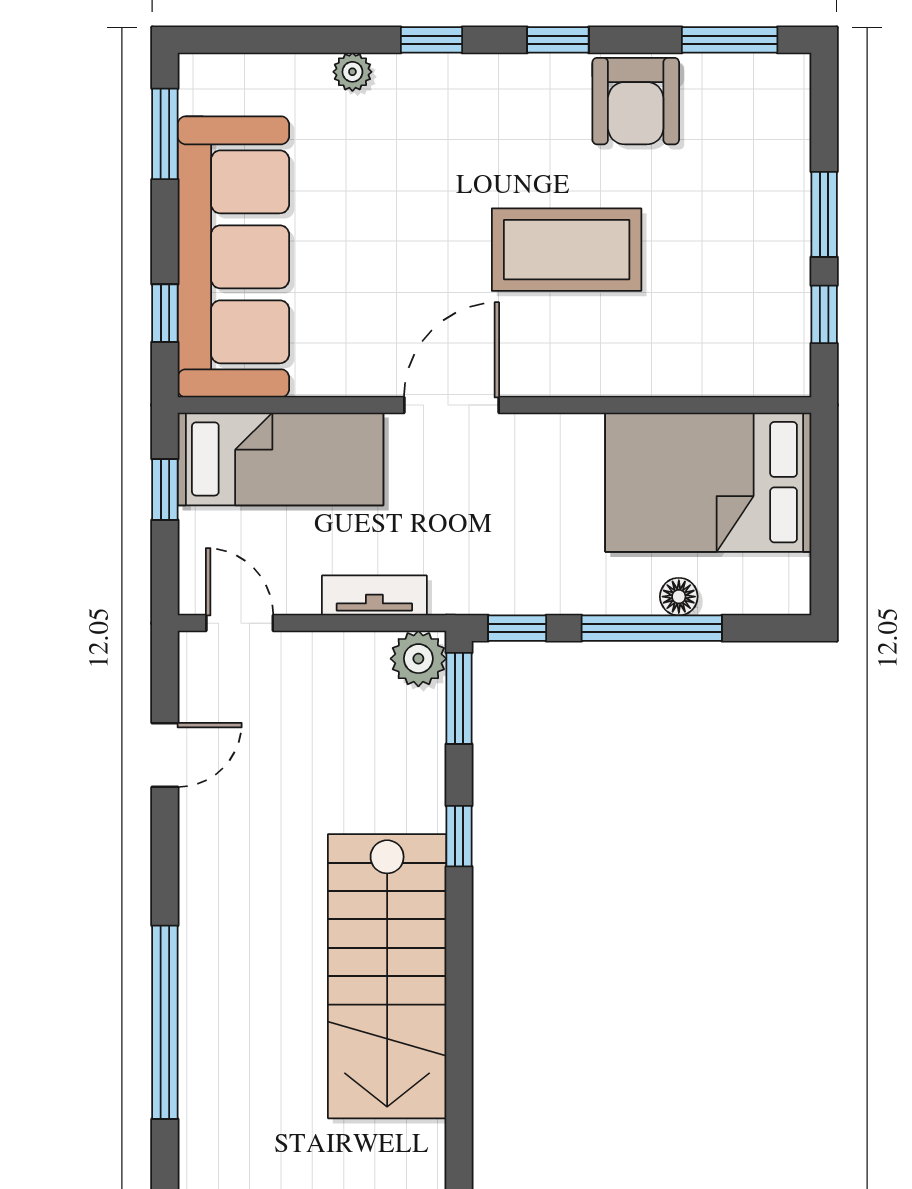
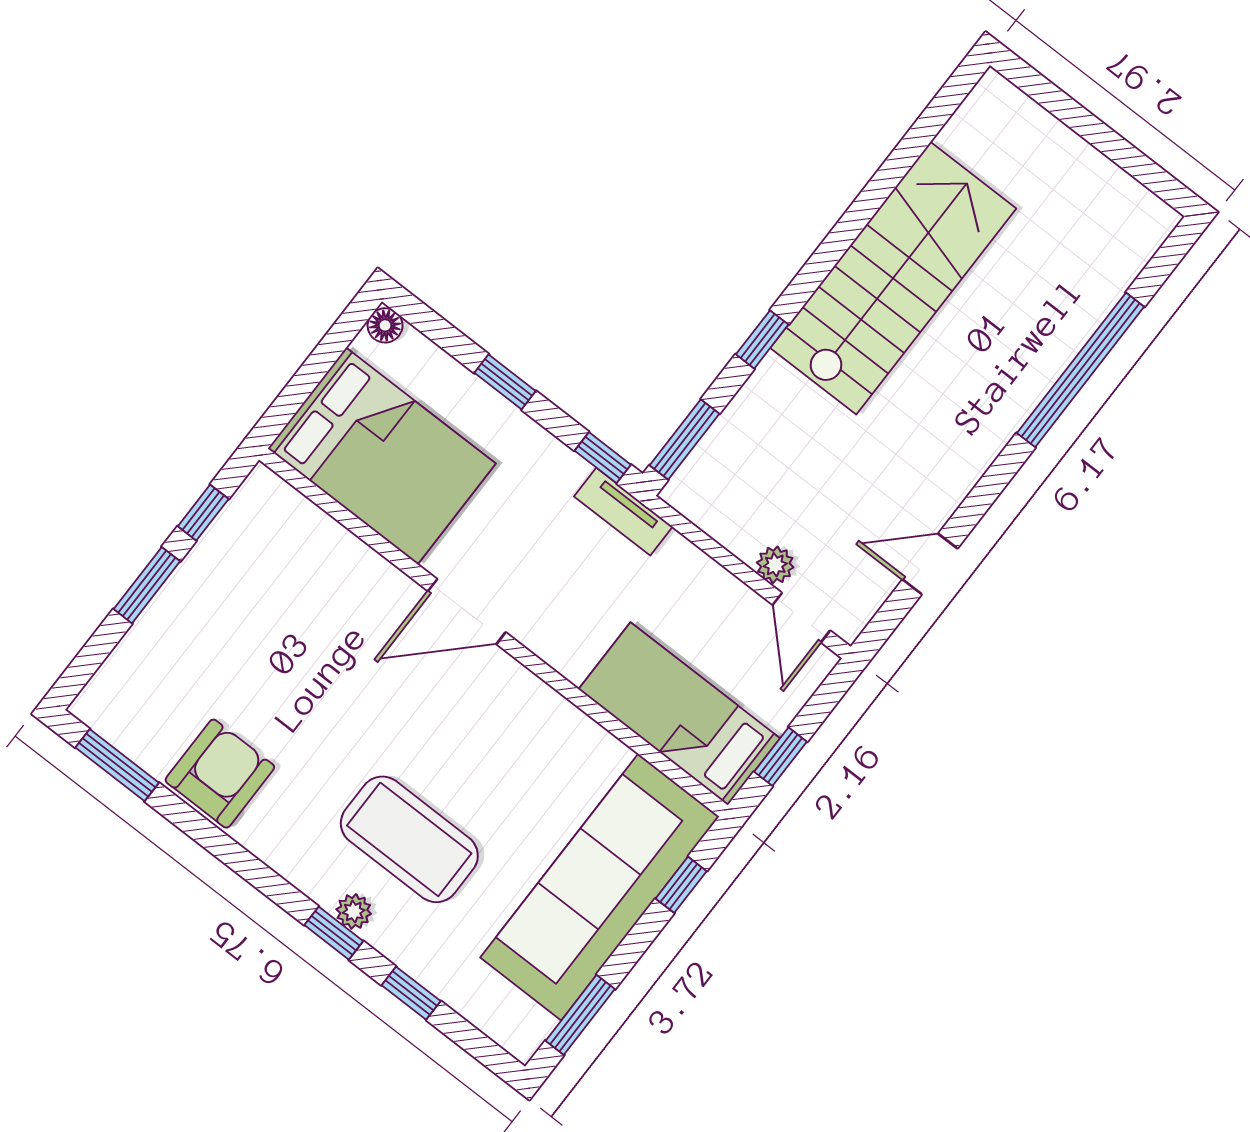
window: (558, 40) -> (411, 993), moved
plant: (352, 72) -> (354, 911), moved
coffee table: (567, 250) -> (409, 839), moved
door: (452, 405) -> (467, 612), moved
tv unit: (374, 595) -> (623, 512), moved
floor lamp: (679, 597) -> (385, 325), moved
window: (652, 628) -> (505, 382), width x0.46
plant: (418, 659) -> (775, 565), moved, width x0.73, depth x0.73

